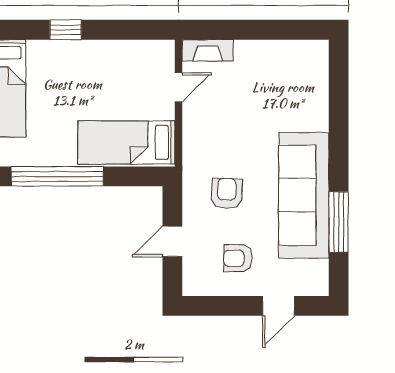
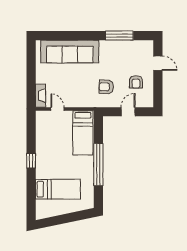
sofa: (304, 195) -> (70, 51), moved
door: (172, 241) -> (128, 112), swing flipped

